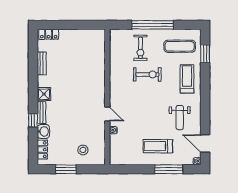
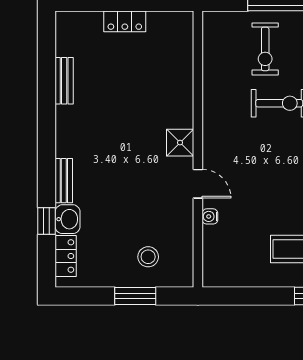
locker: (49, 34) -> (125, 21), moved
shower: (44, 94) -> (180, 143), moved
window: (33, 120) -> (47, 221), moved
window: (66, 169) -> (135, 296), moved

